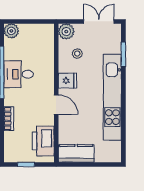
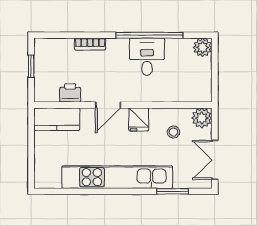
double door: (99, 21) -> (215, 160), swing flipped
printer: (43, 141) -> (70, 93), width x0.53, depth x0.68
kitchen counter: (76, 153) -> (57, 119), moved, turned 90

